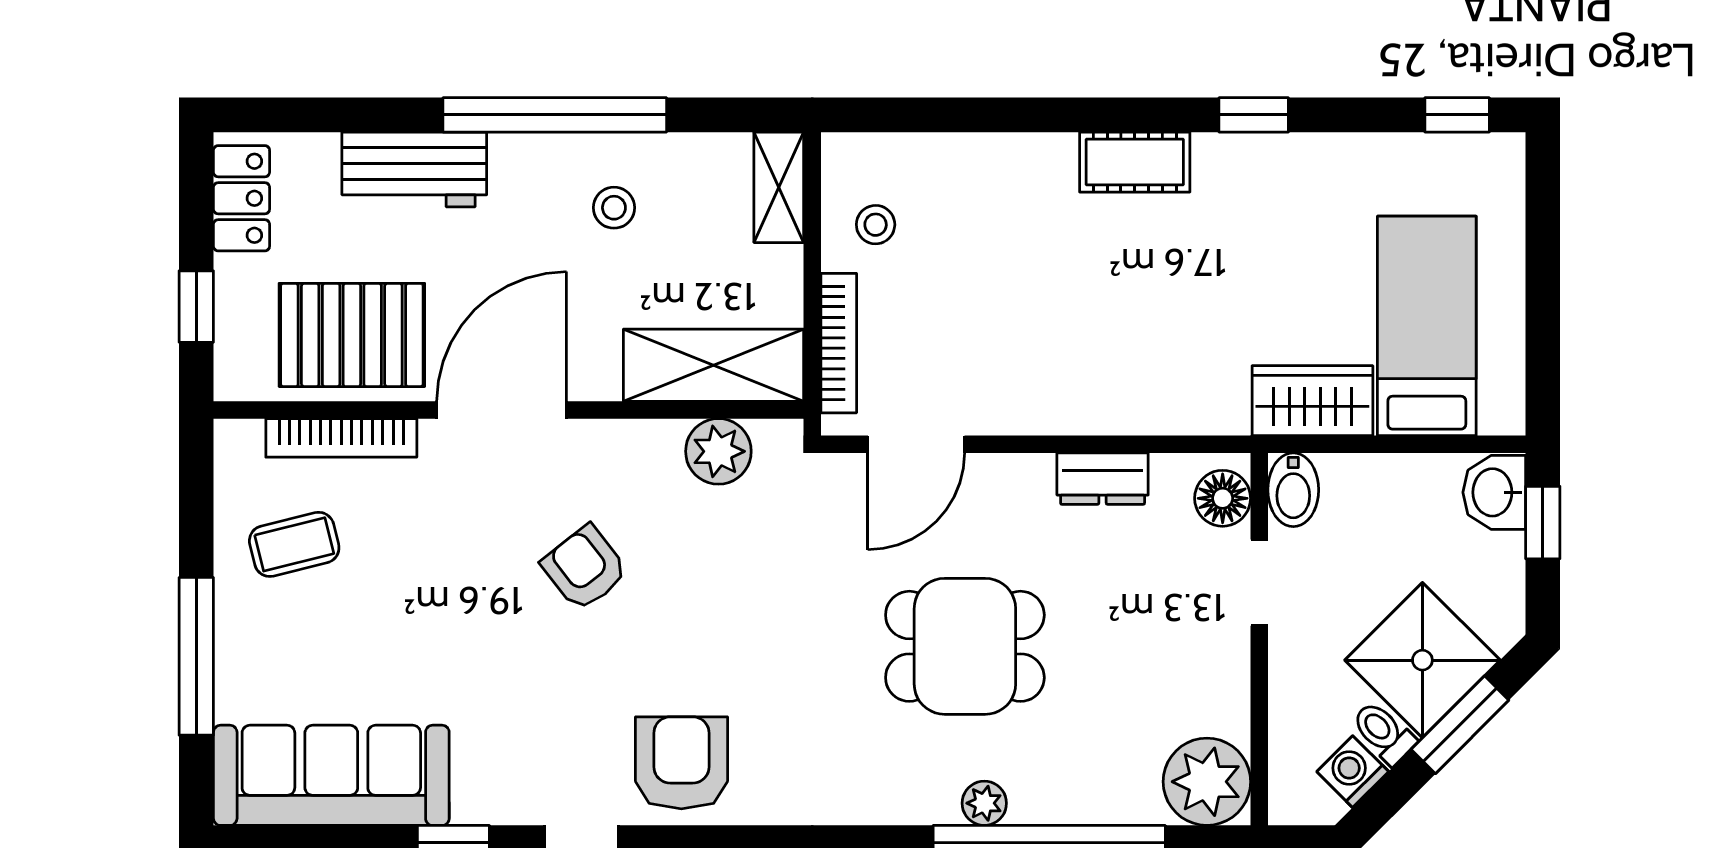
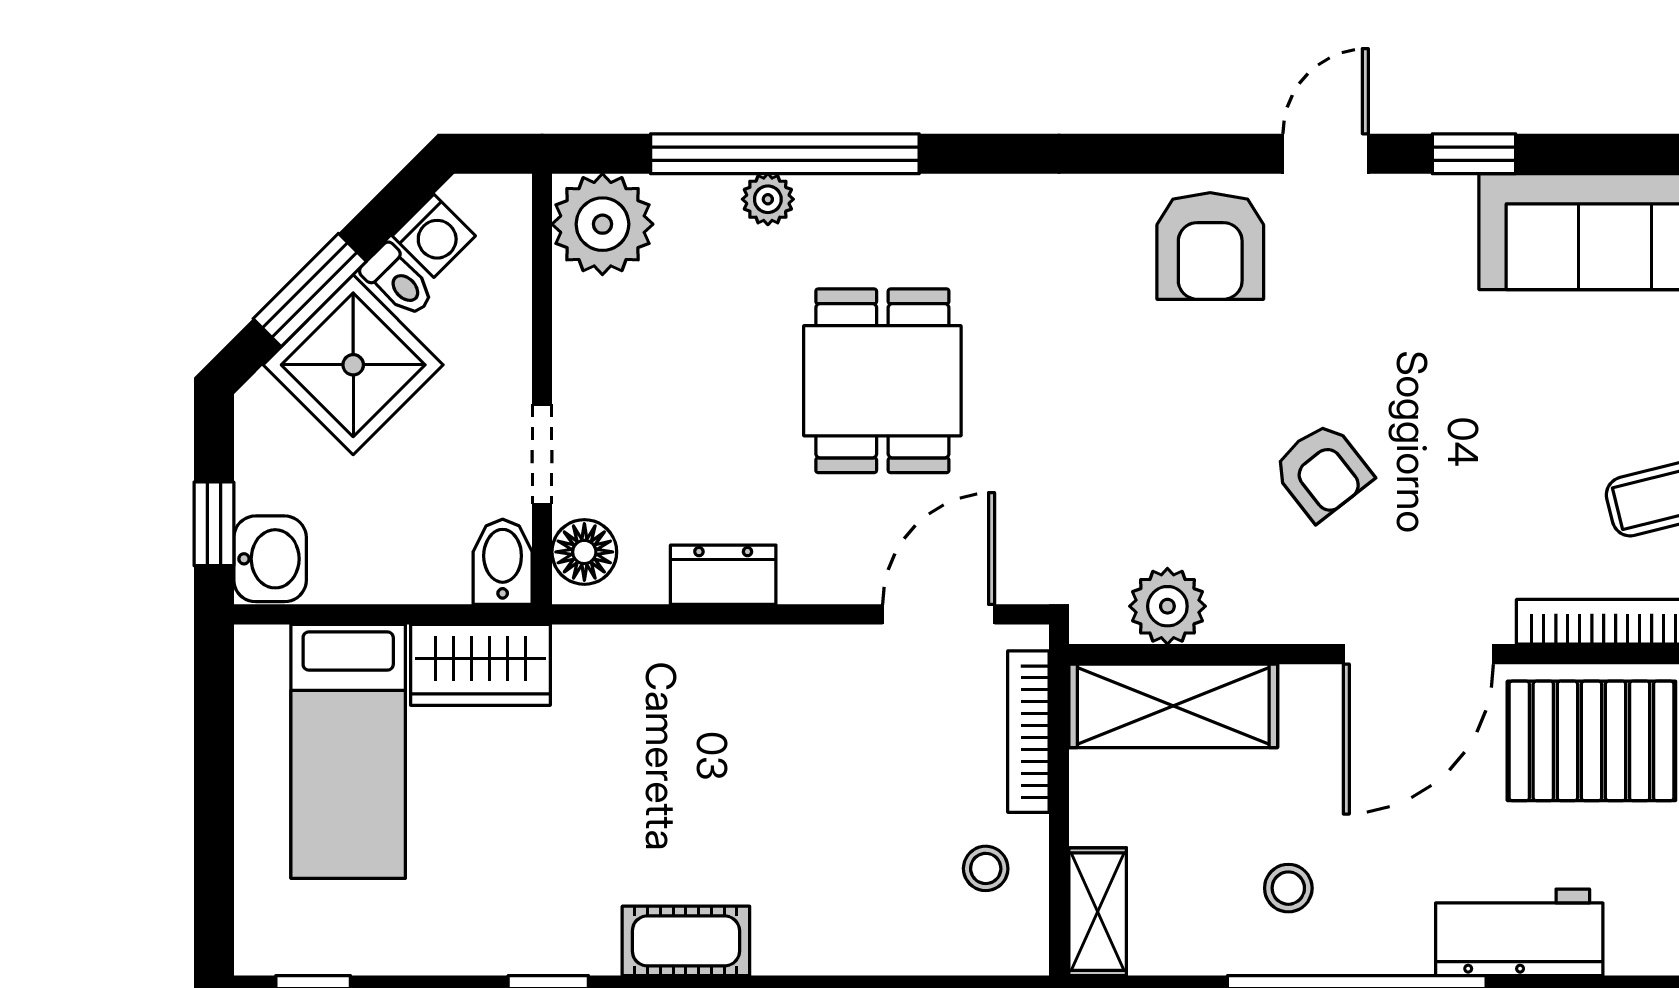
dining table: (965, 646) -> (882, 381), turned 90
plant: (984, 803) -> (768, 199), moved

